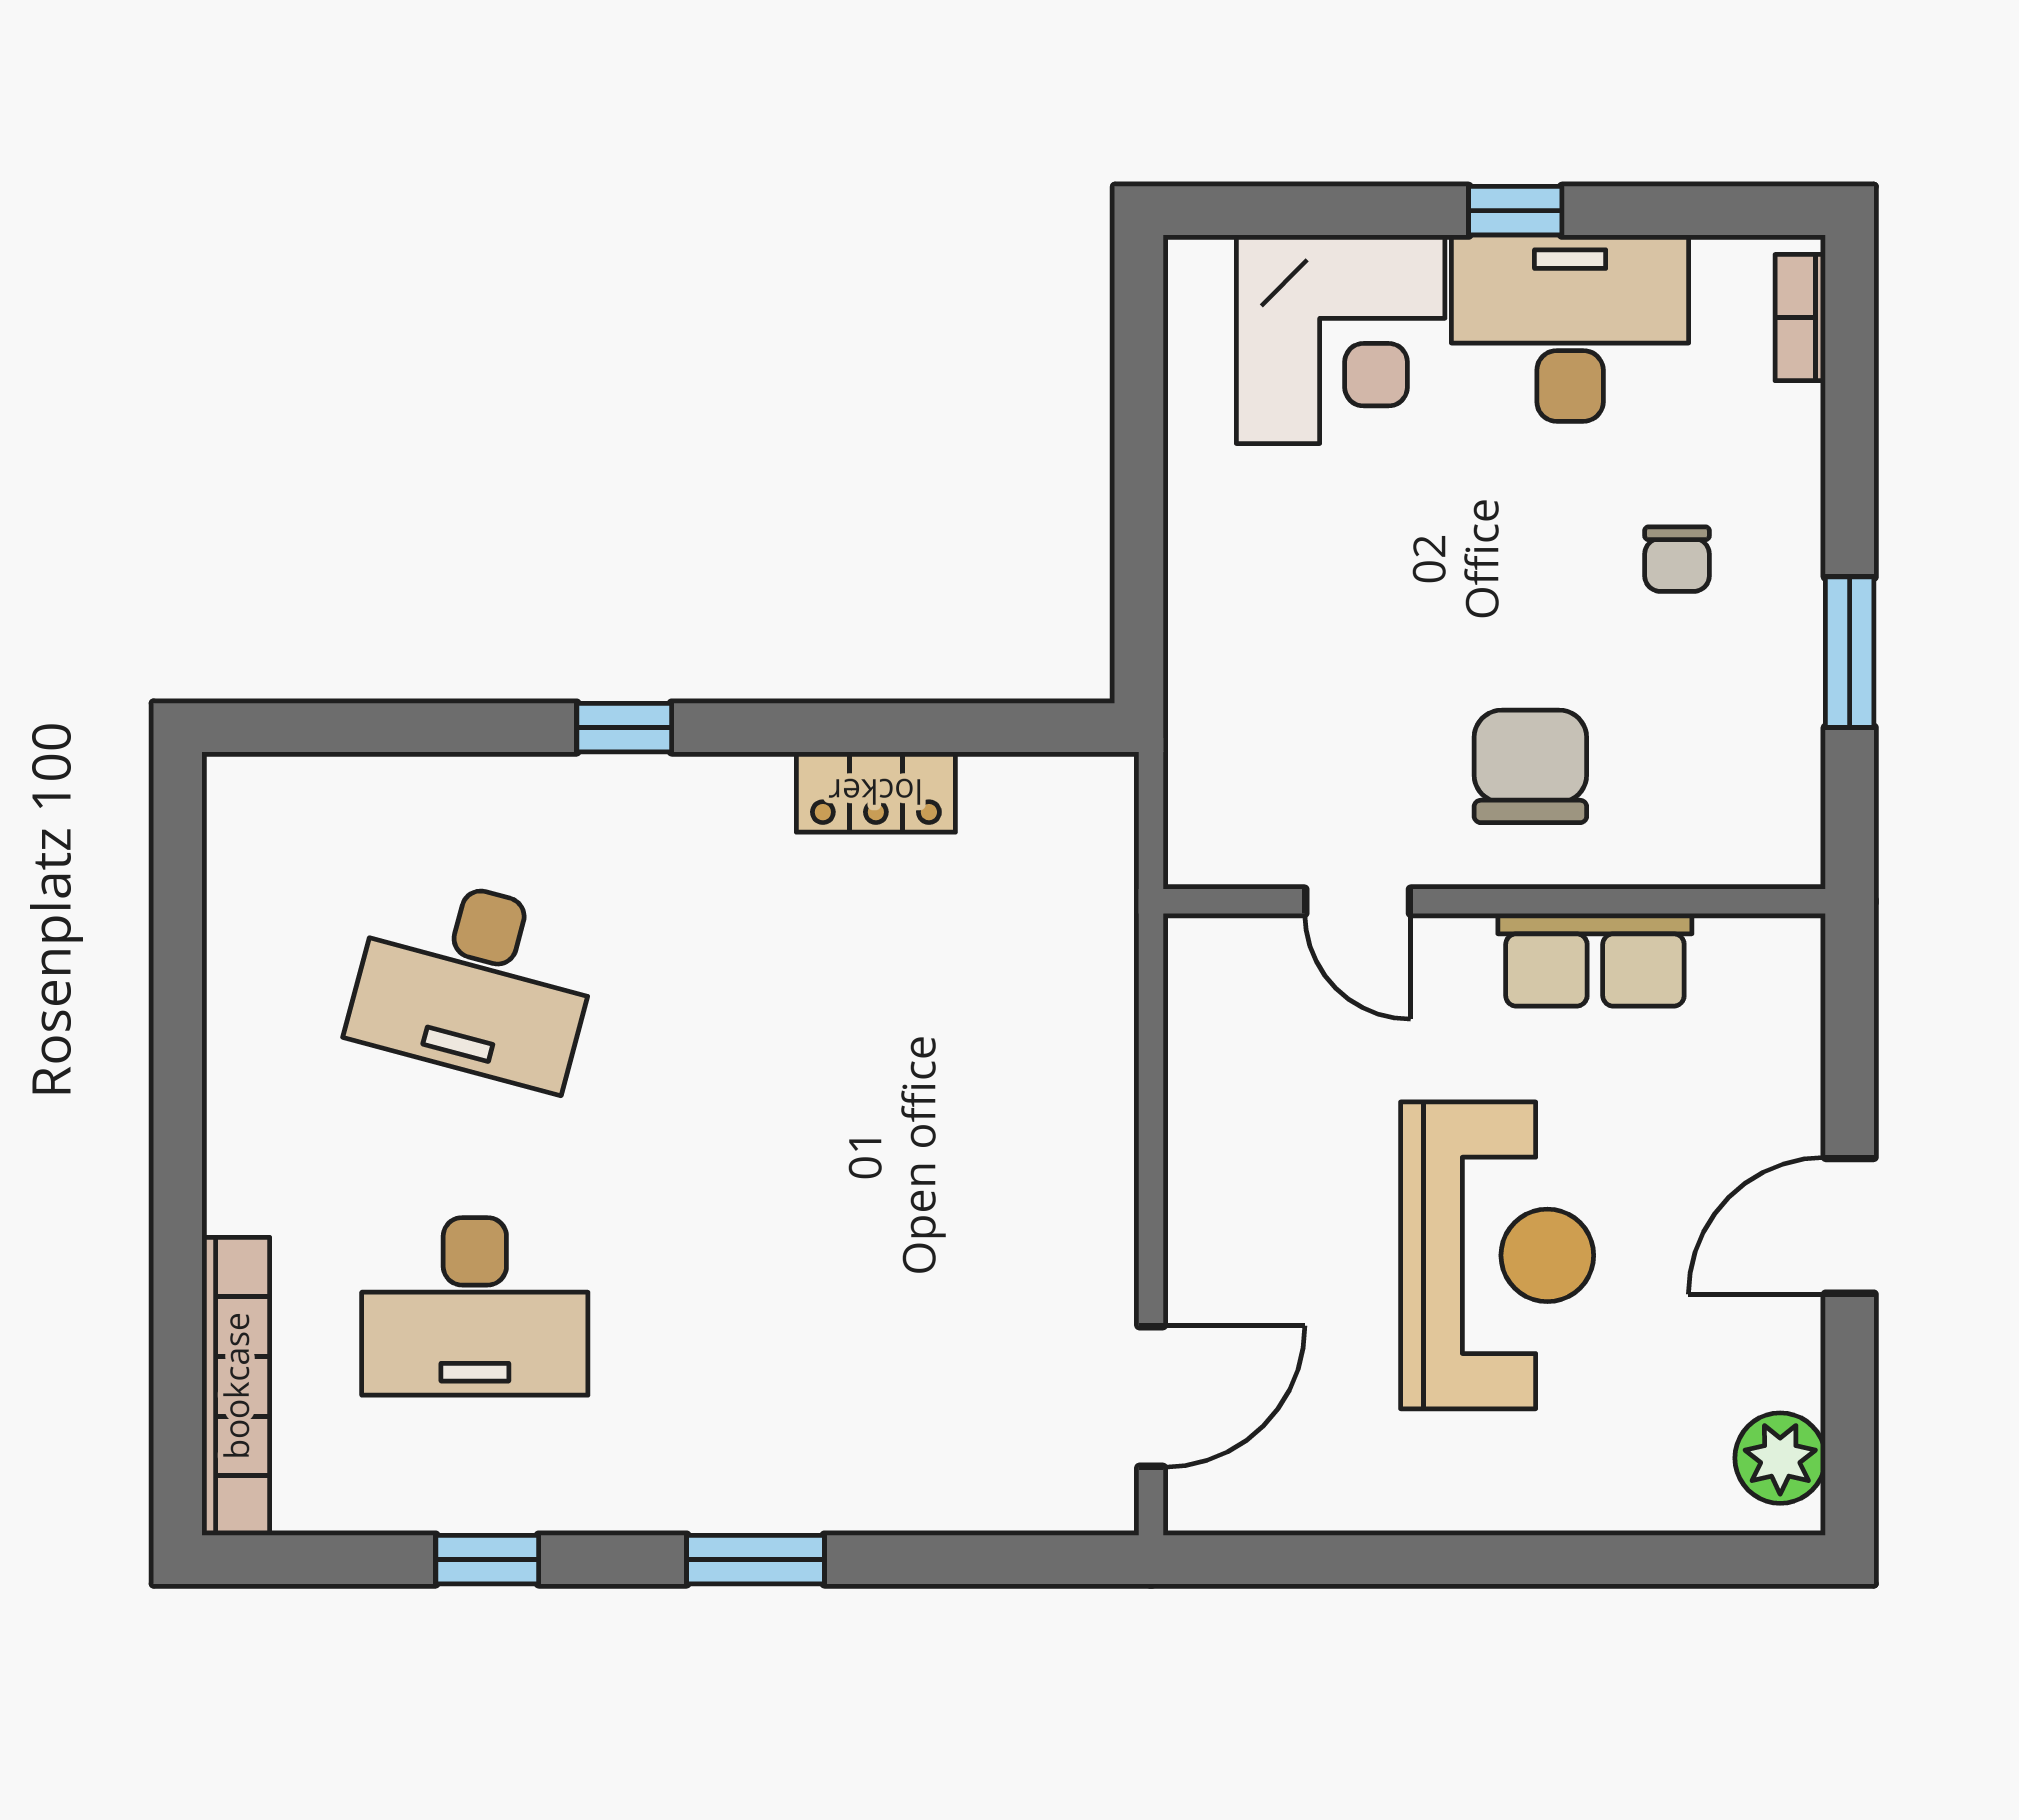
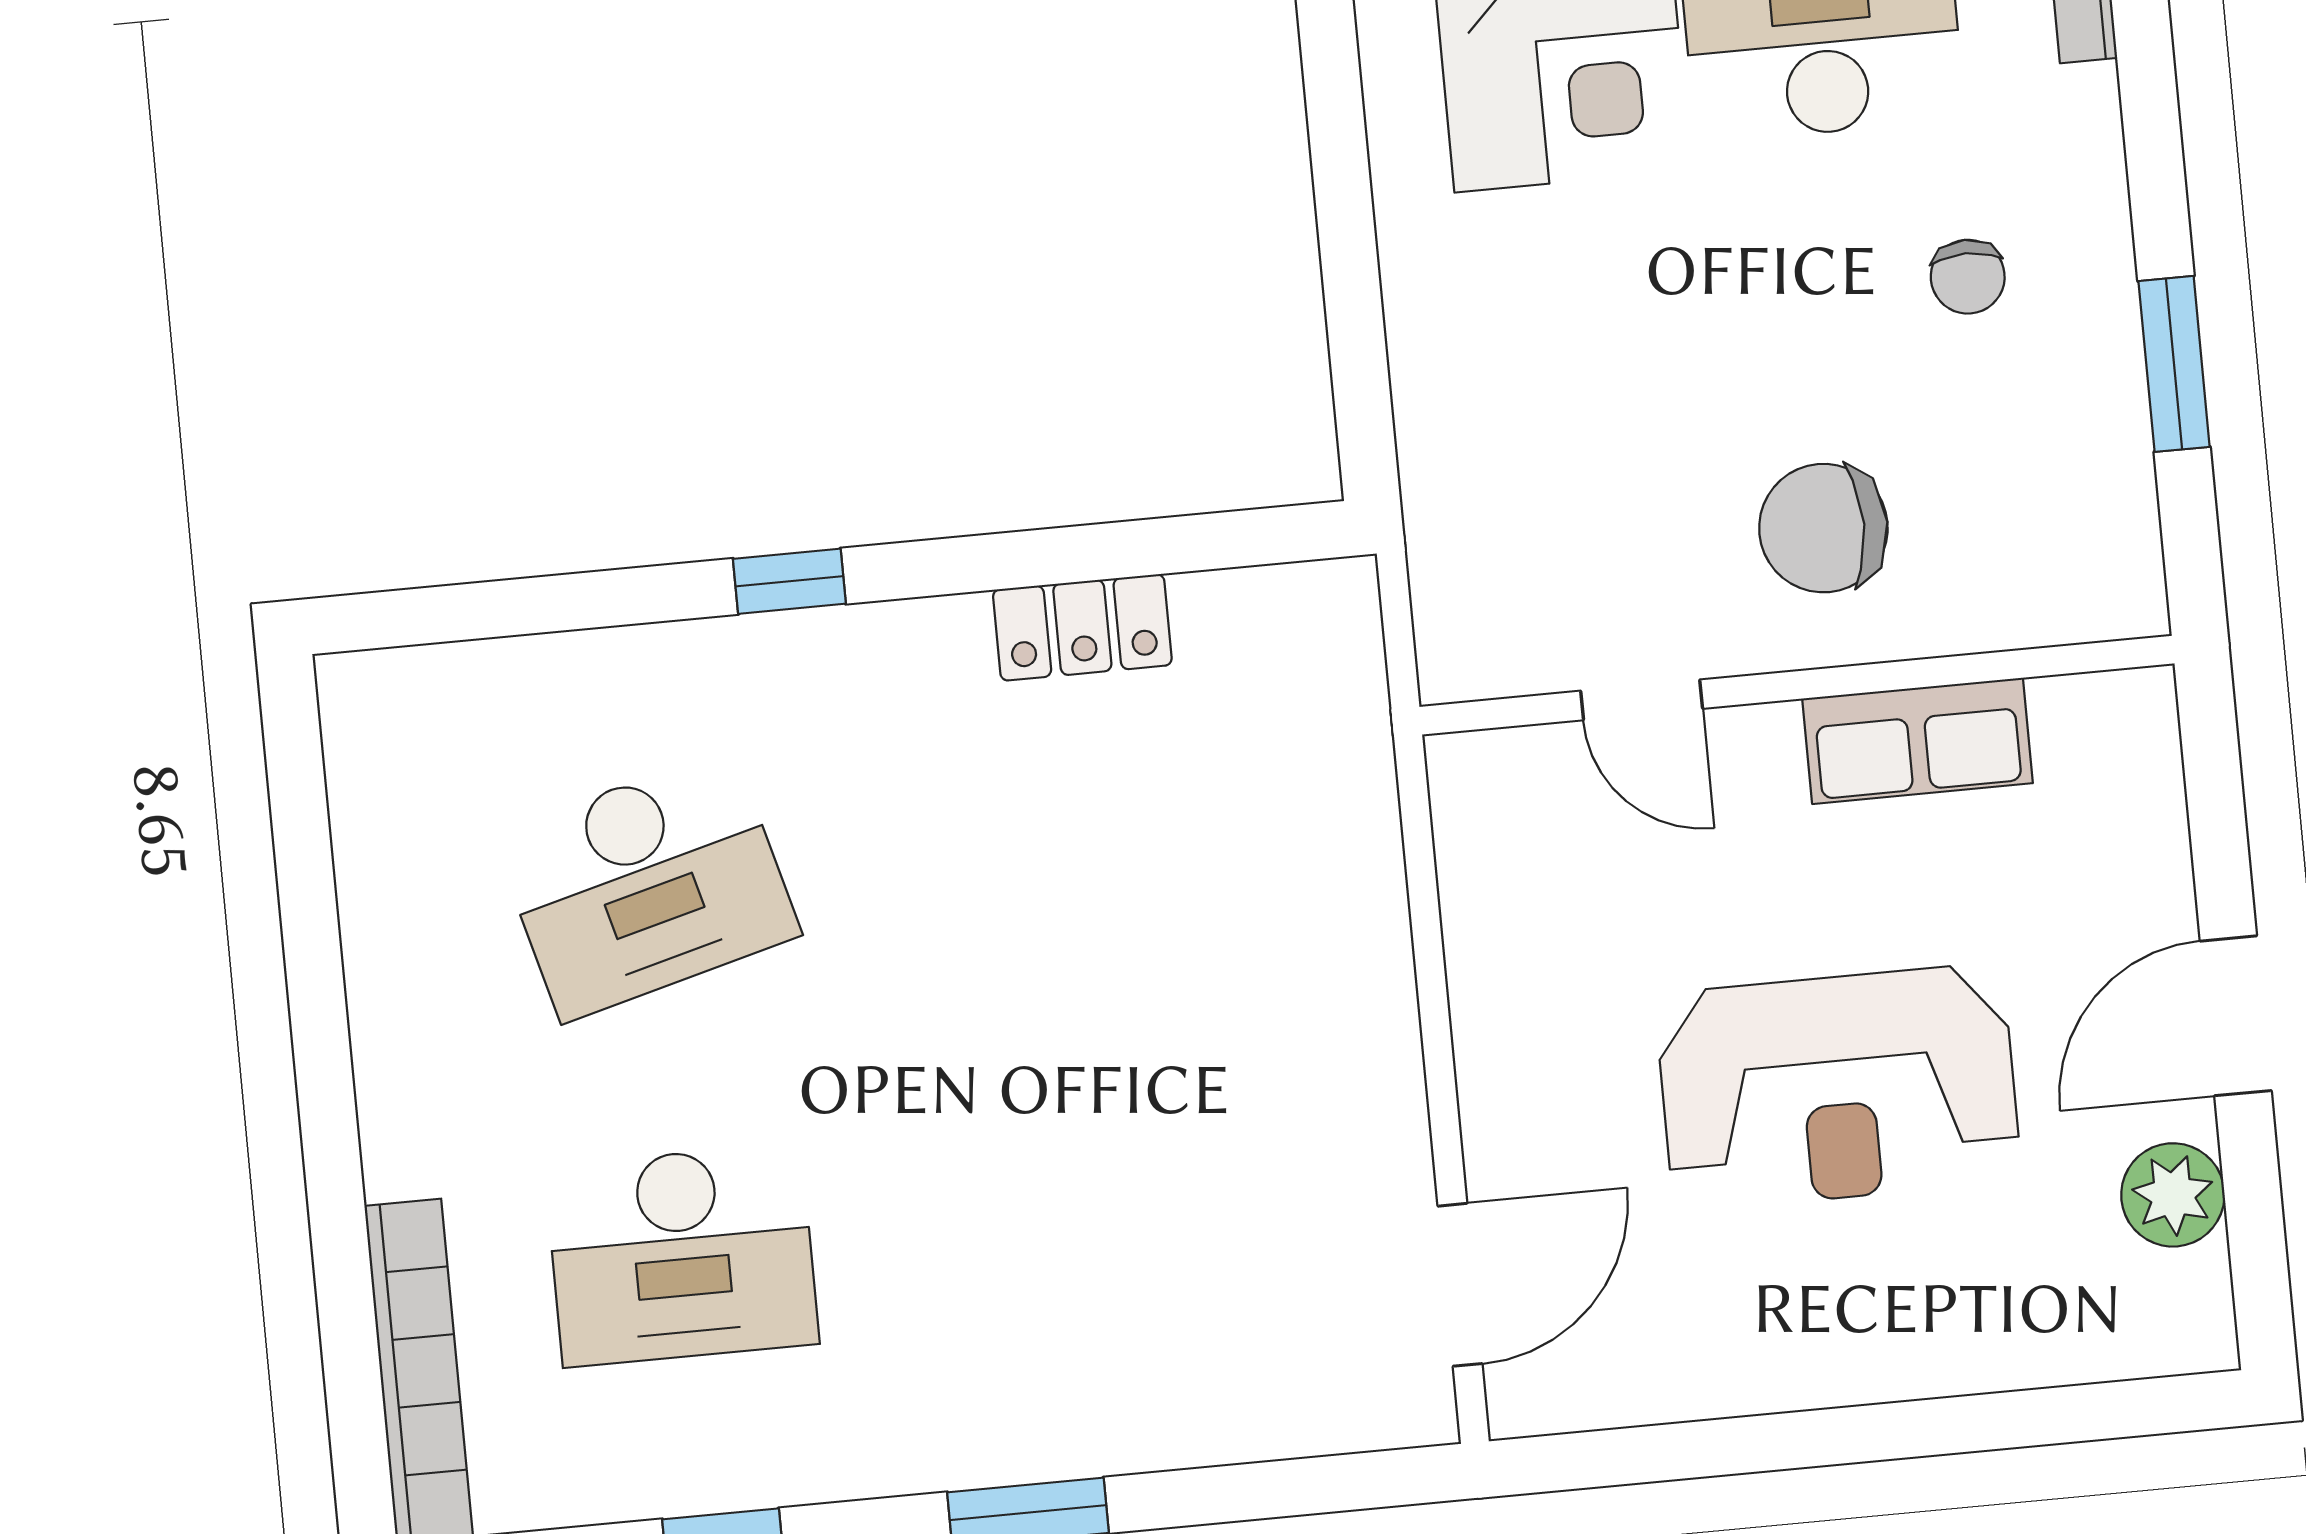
chair: (1530, 766) -> (1823, 528), turned -90
desk: (475, 981) -> (647, 885), turned -30
reception desk: (1497, 1255) -> (1838, 1087), turned 90
plant: (1780, 1458) -> (2173, 1195), moved

